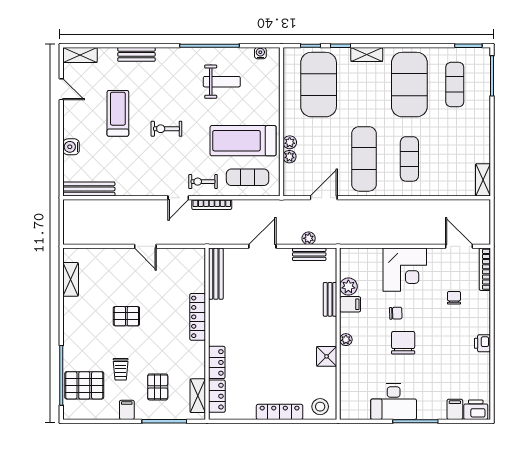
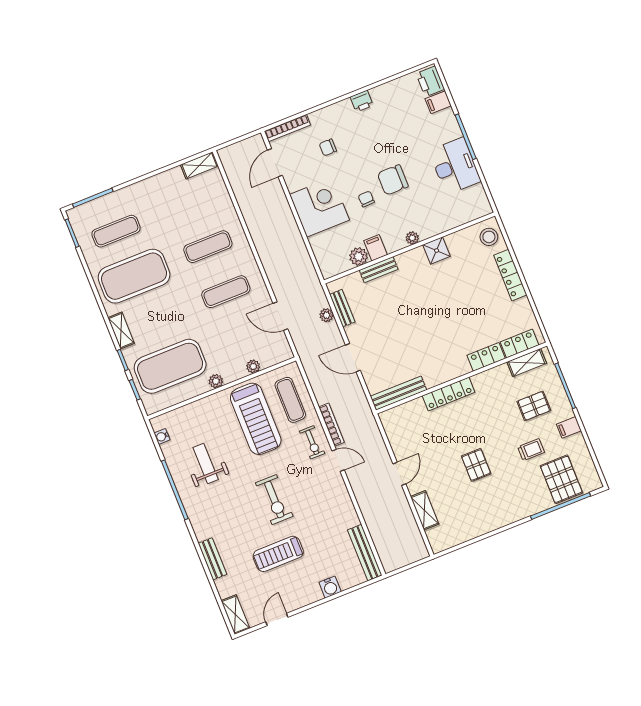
exercise bike: (166, 129) -> (274, 500), width x1.38, depth x1.39
plant: (290, 142) -> (216, 381), moved
exercise mat: (364, 159) -> (226, 292), width x0.73, depth x0.69
shelving: (71, 279) -> (425, 510), moved, turned 90

